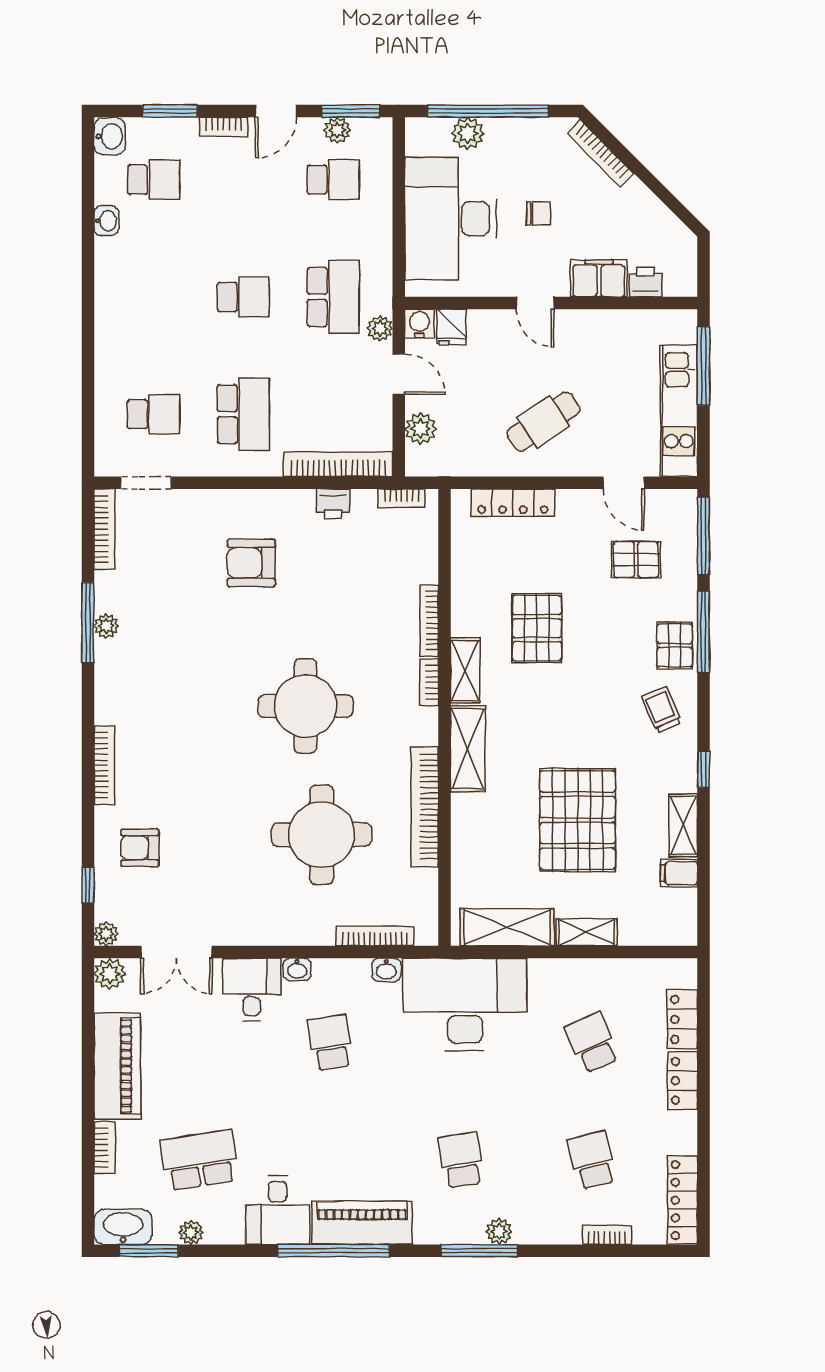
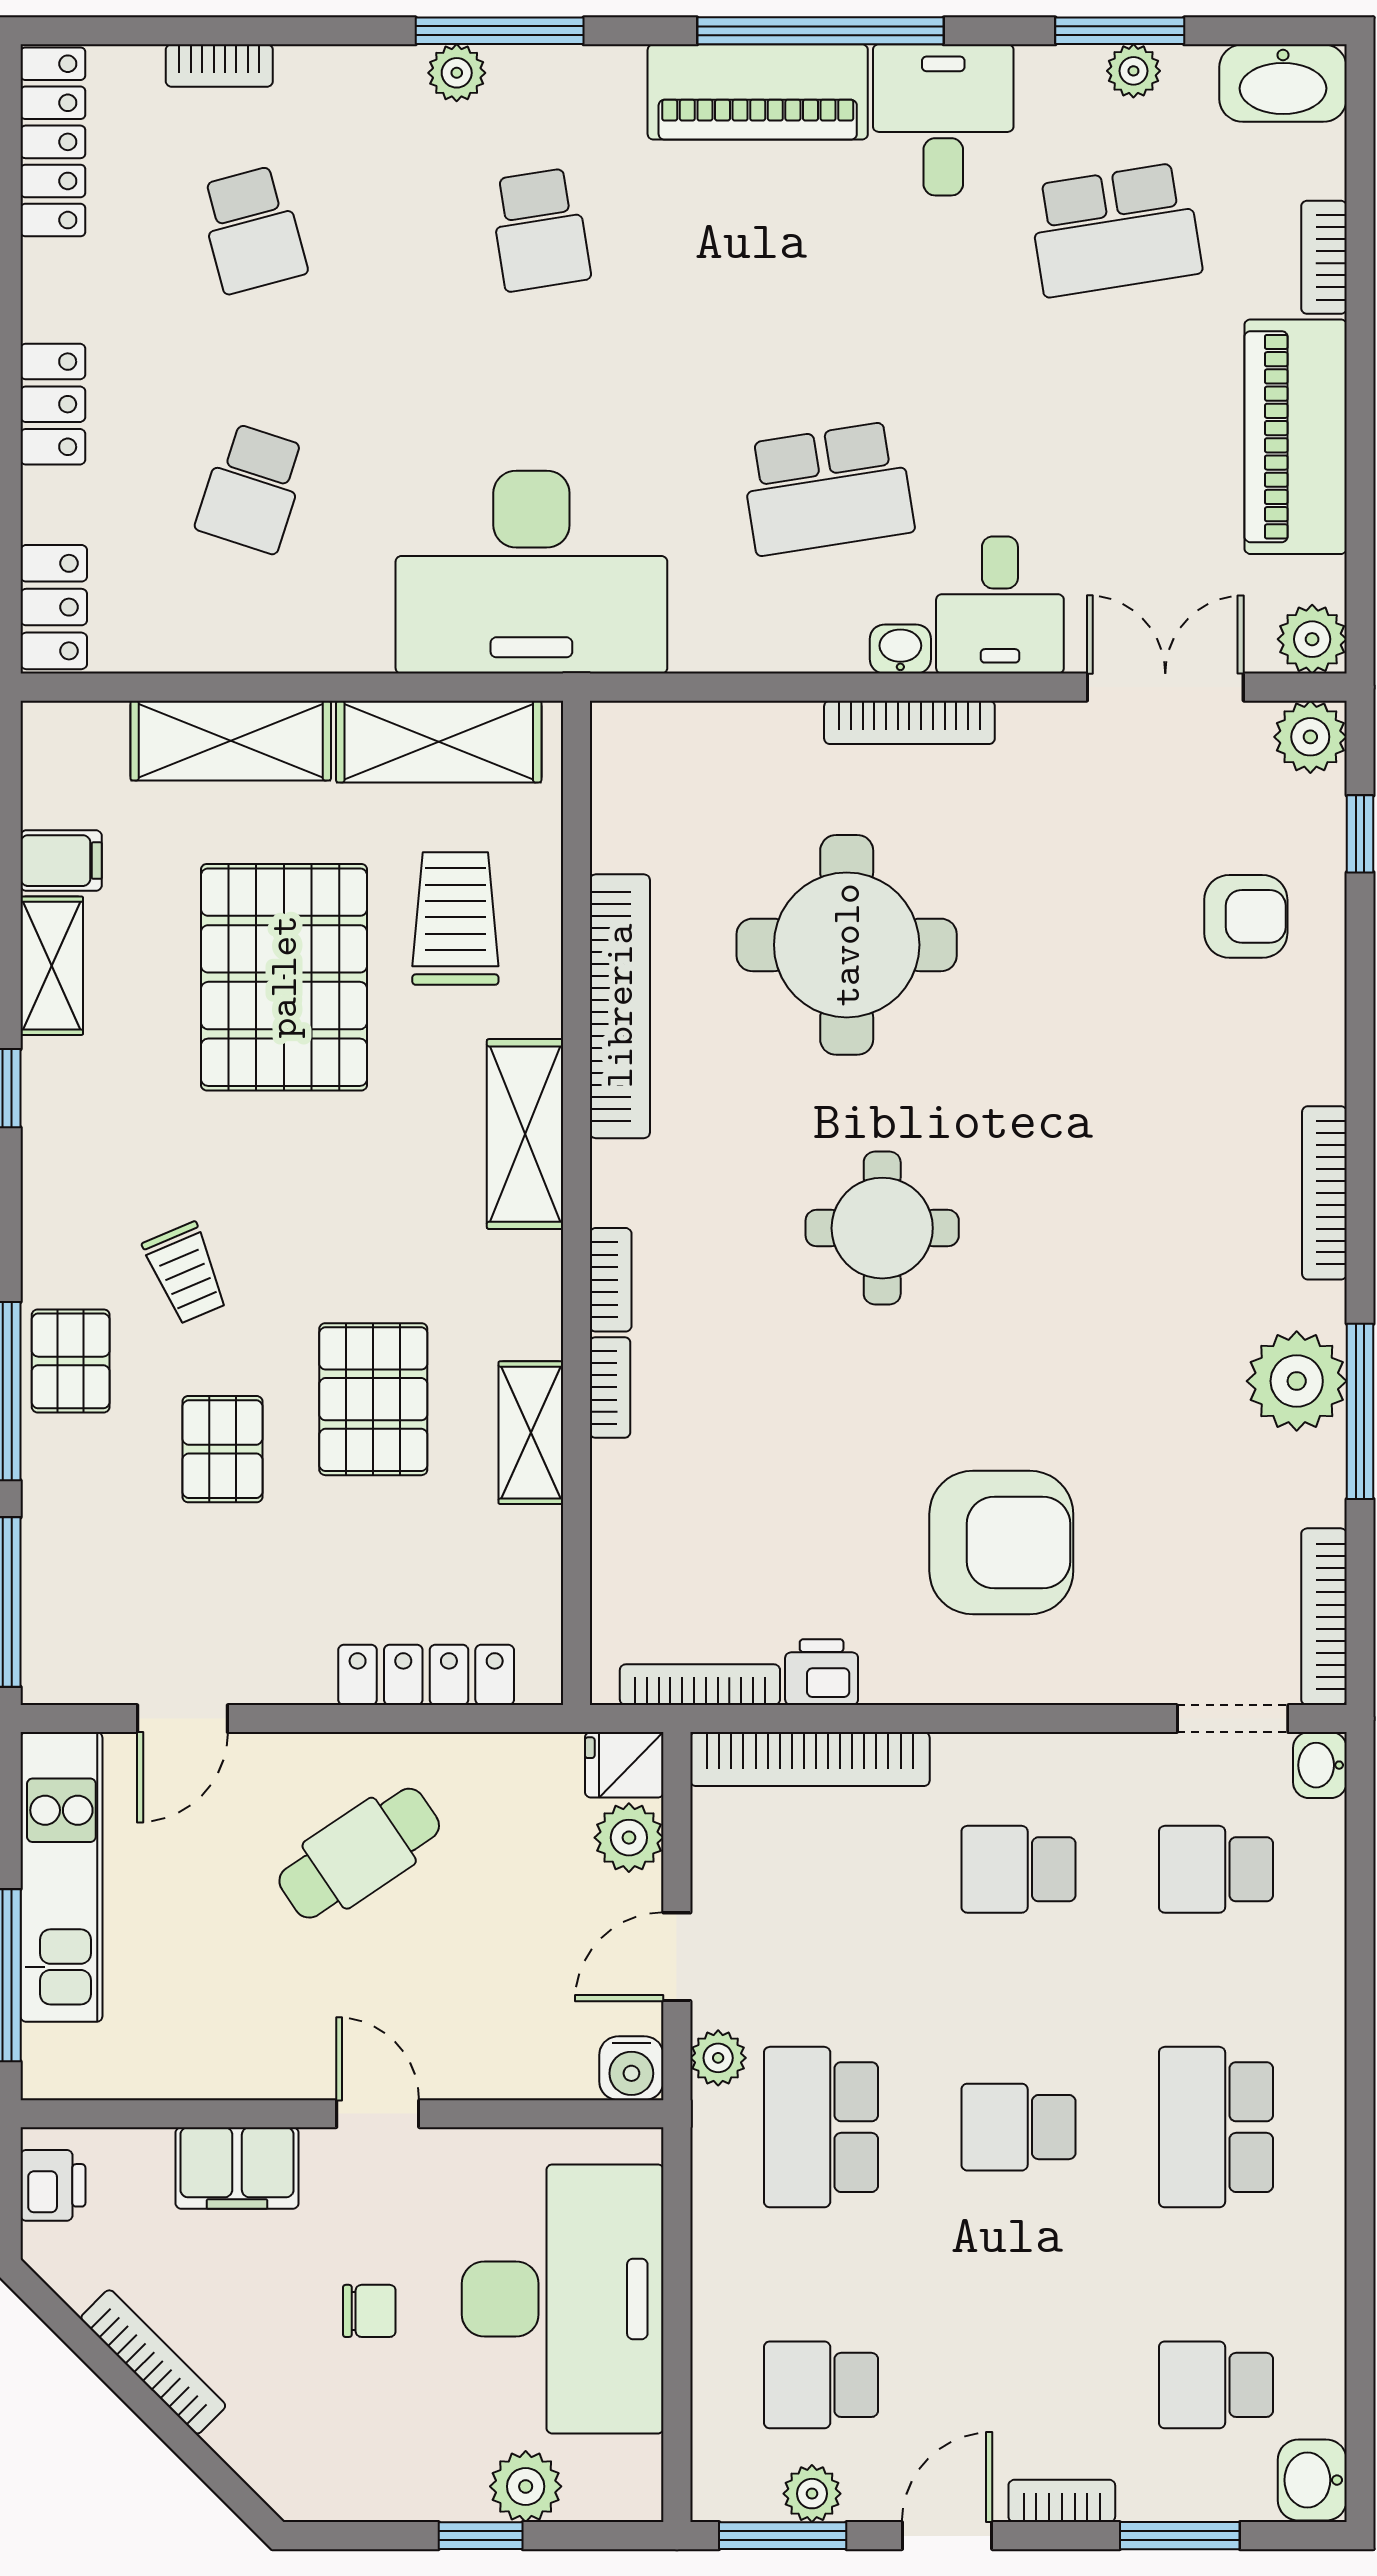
window: (488, 111) -> (481, 2536), width x0.32
bookcase: (600, 153) -> (153, 2362), moved
chair: (539, 213) -> (369, 2311), turned 180
washbasin: (106, 221) -> (1320, 1765), moved
printer: (645, 282) -> (53, 2185), moved, turned -90
school desk: (154, 297) -> (1216, 2127), added
fridge: (451, 327) -> (624, 1765), moved, turned -90
door: (399, 374) -> (677, 1957), hinge flipped
school desk: (243, 414) -> (1018, 1869), width x0.54
door: (624, 483) -> (183, 1719), swing flipped
bookcase: (401, 498) -> (700, 1685), width x1.56
pallet: (636, 560) -> (222, 1449), moved, turned 90
armchair: (251, 563) -> (1001, 1542), width x1.36, depth x1.36
bookcase: (429, 621) -> (610, 1387), width x0.64
plant: (106, 626) -> (1297, 1381), width x1.88, depth x1.88
shelving: (465, 670) -> (531, 1433), moved
round table: (305, 706) -> (882, 1228), width x0.73, depth x0.73
trolley: (662, 710) -> (186, 1273), moved
bookcase: (104, 765) -> (1324, 1193), moved
trolley: (500, 847) -> (455, 919), added
shelving: (587, 932) -> (231, 741), width x1.50, depth x1.33
plant: (106, 934) -> (1310, 737), width x1.38, depth x1.38
bookcase: (375, 936) -> (909, 722), moved
washbasin: (386, 970) -> (704, 648), removed
locker: (682, 1019) -> (54, 607), moved
school desk: (330, 1043) -> (827, 488), width x1.85
school desk: (592, 1043) -> (252, 488), turned 42
window: (149, 1251) -> (1120, 31), moved

